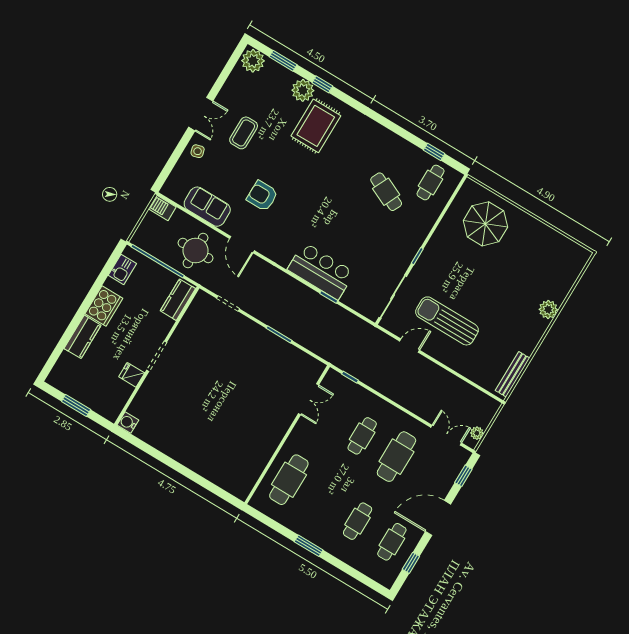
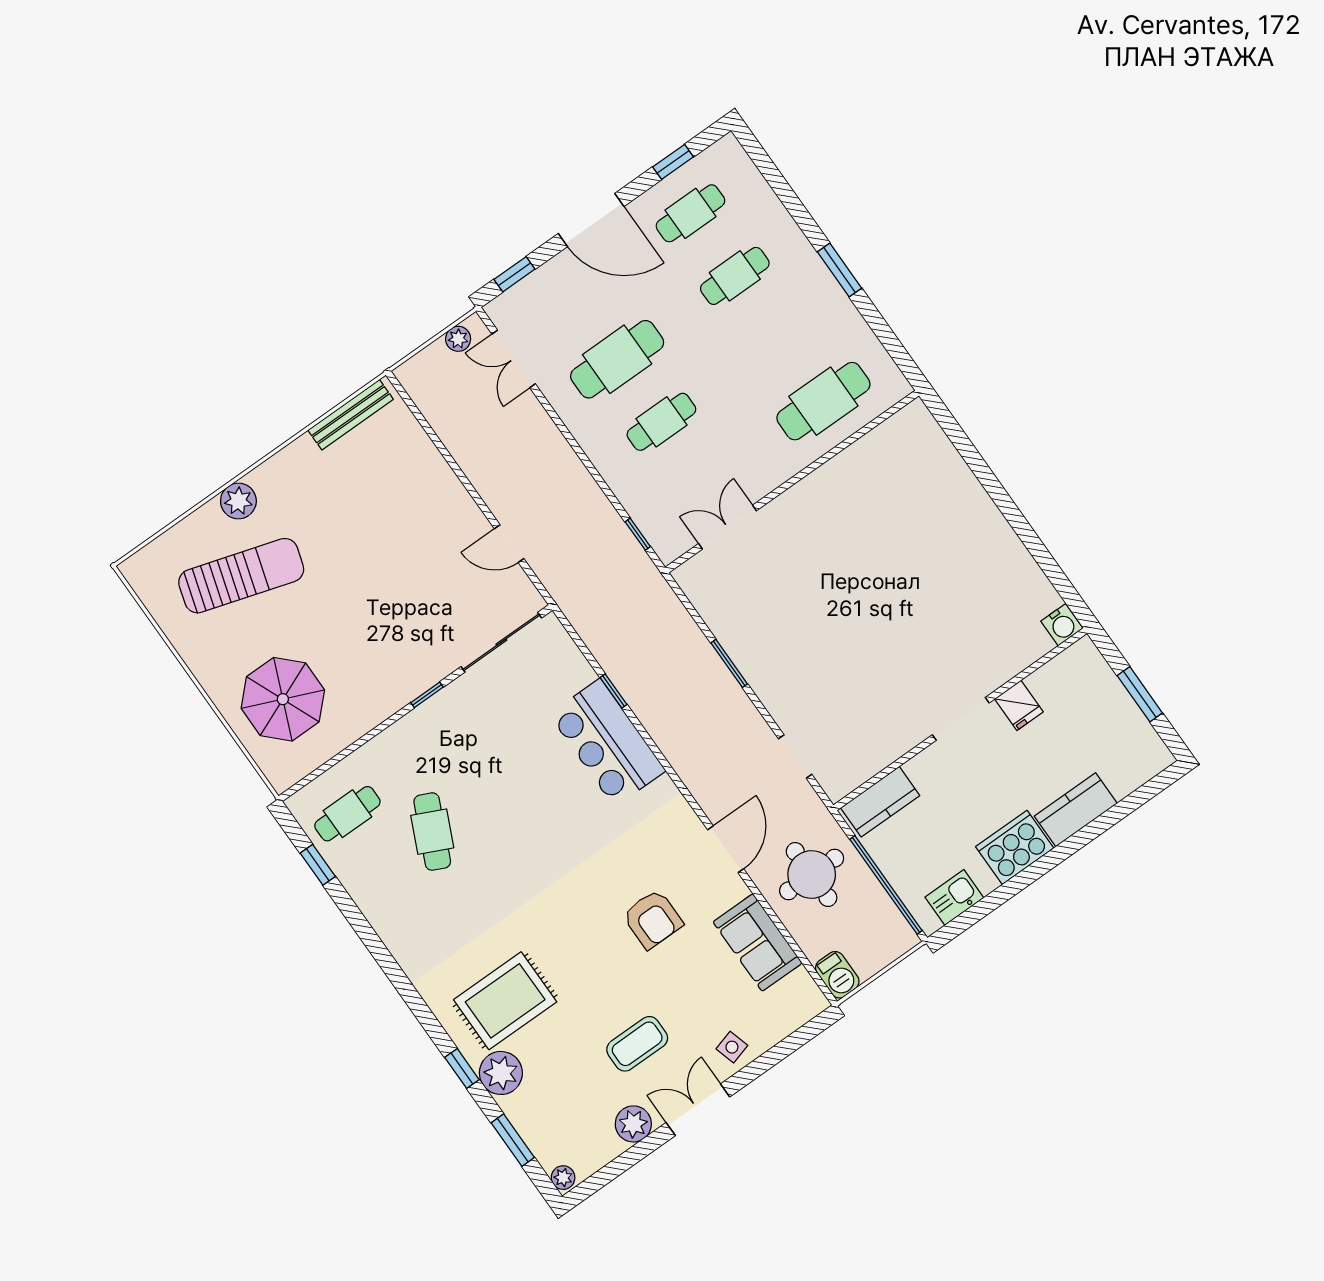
plant: (253, 61) -> (563, 1178), width x0.53, depth x0.53
plant: (229, 94) -> (633, 1124), added
sun lounger: (447, 321) -> (241, 576), moved, turned -73

